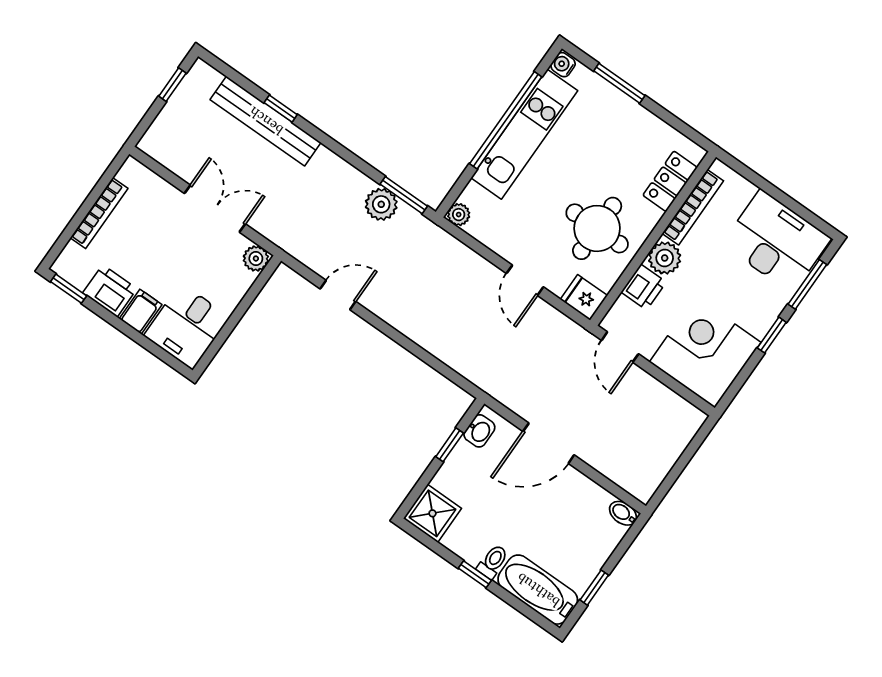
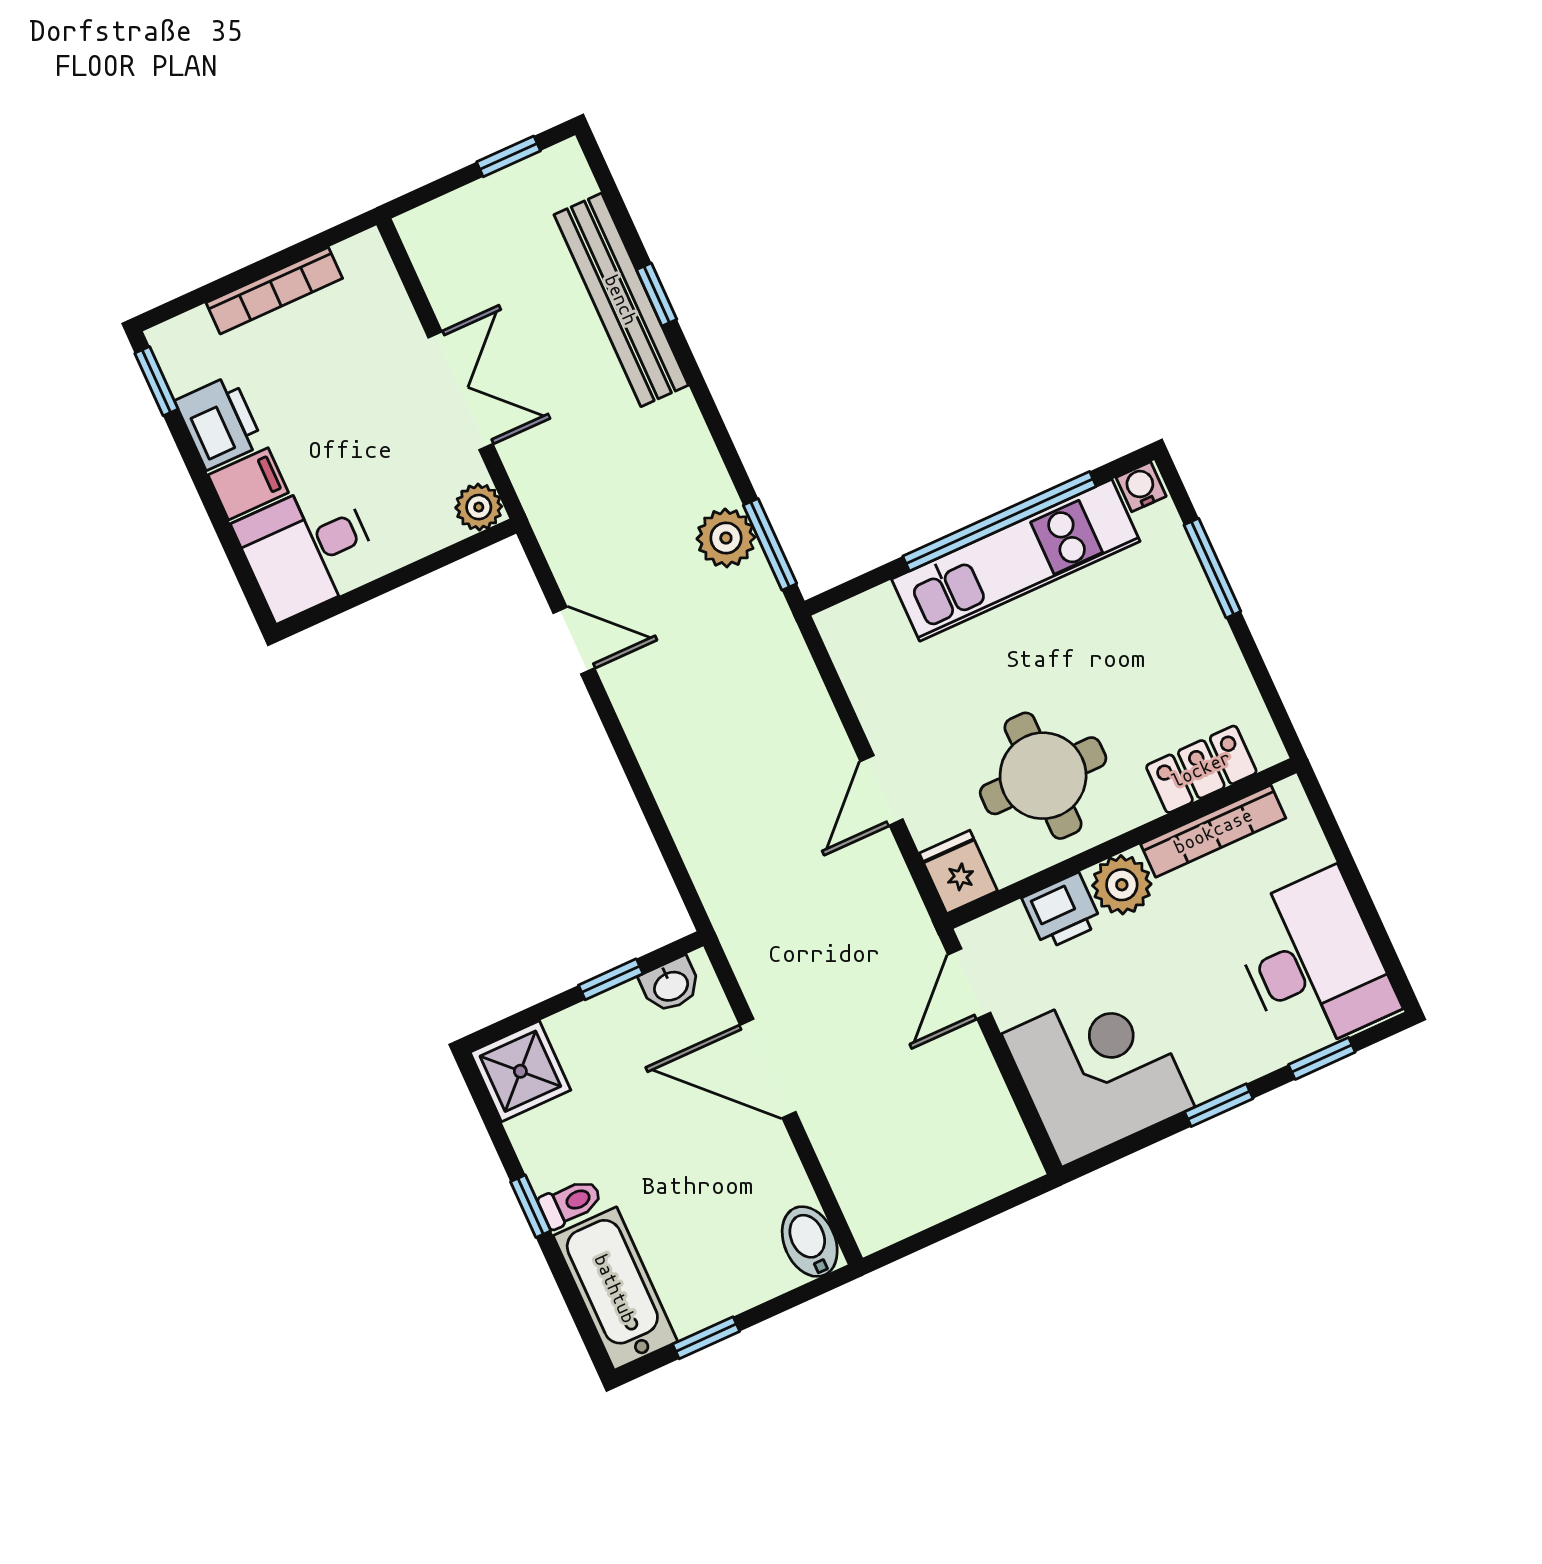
plant: (459, 215) -> (838, 626), removed
window: (807, 284) -> (1322, 1058), width x0.67
bidet: (623, 513) -> (810, 1242), width x1.38, depth x1.36

